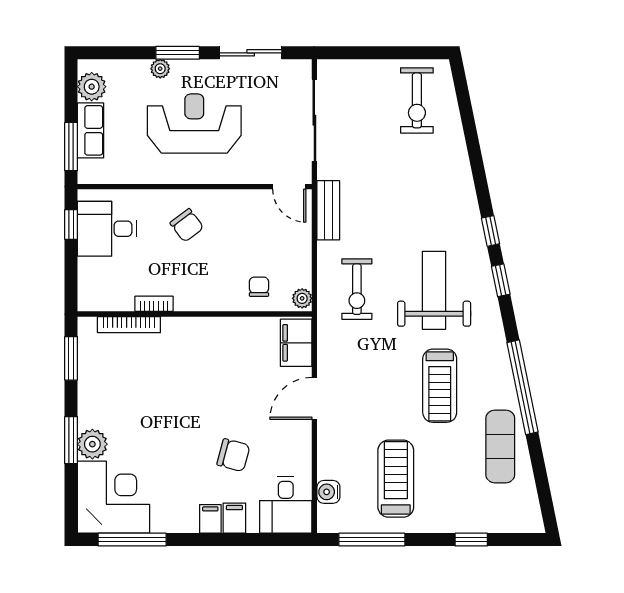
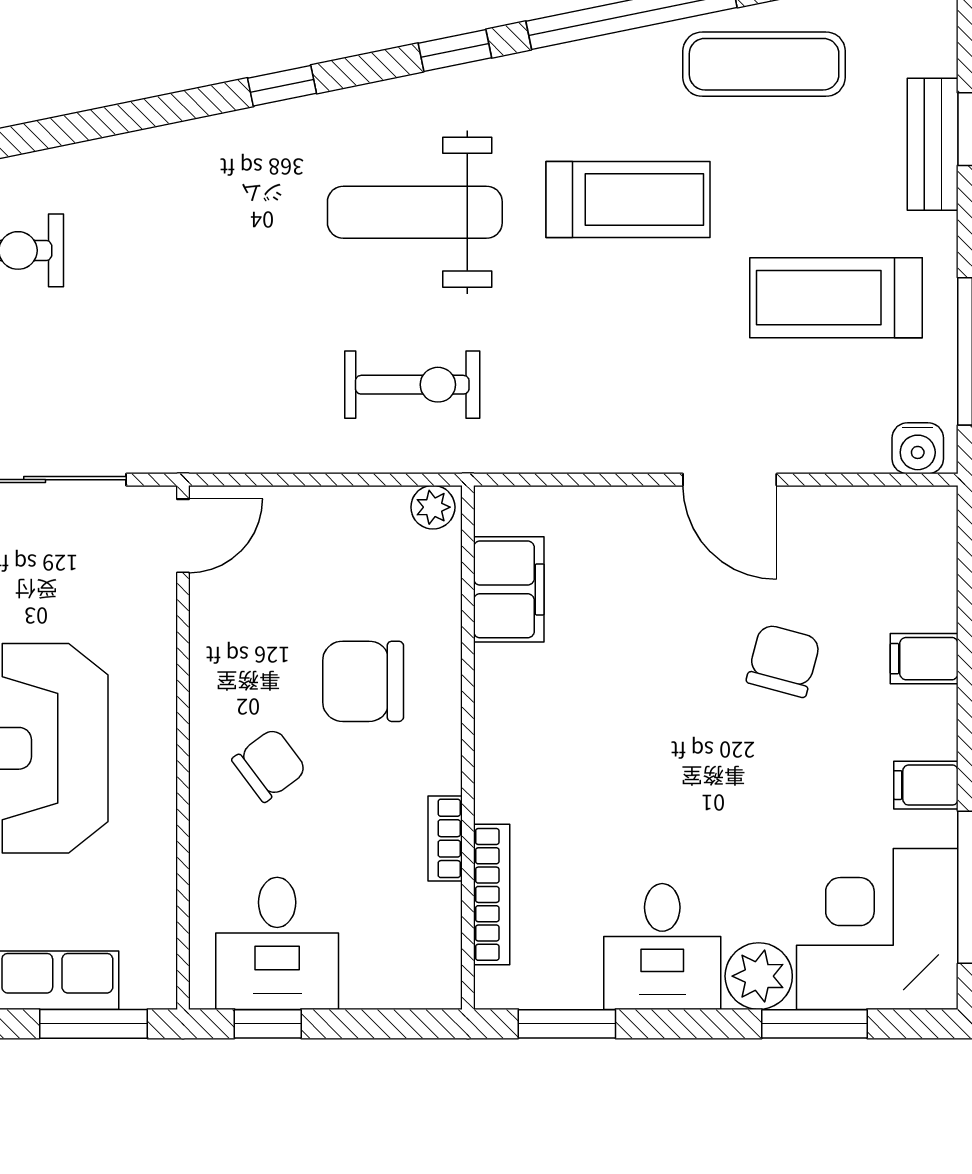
bench: (328, 210) -> (933, 144), moved, turned 90
window: (501, 280) -> (455, 50), moved
chair: (259, 287) -> (363, 681), moved, width x1.87, depth x1.87
filing cabinet: (296, 343) -> (509, 589), moved, turned -90
door: (314, 398) -> (730, 480), moved
window: (71, 440) -> (814, 1024), moved
water cooler: (328, 492) -> (918, 448), moved
desk: (286, 505) -> (662, 947), moved, turned 90
filing cabinet: (210, 519) -> (926, 785), moved

